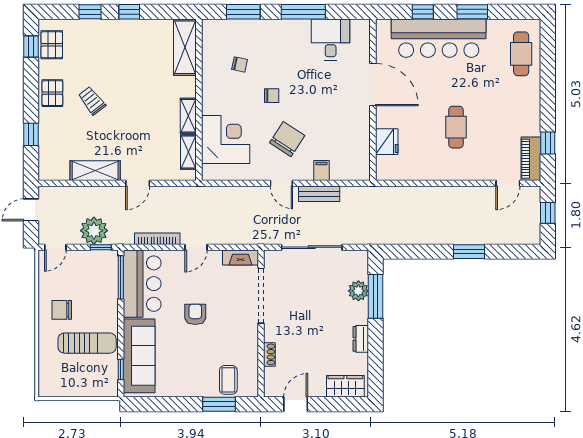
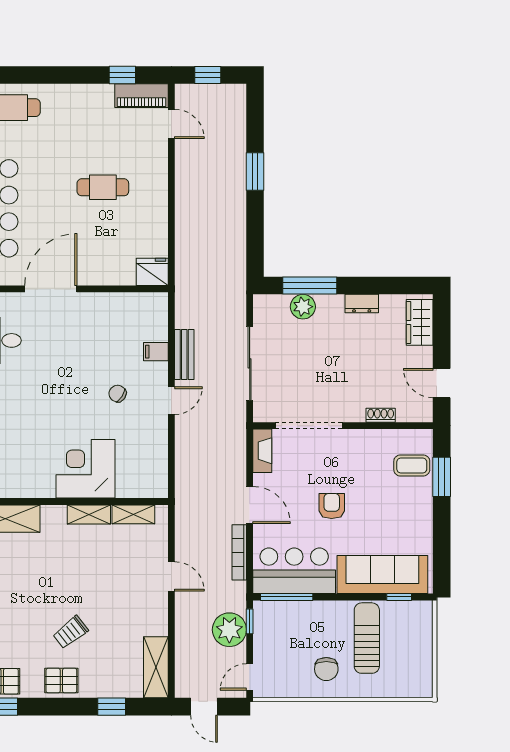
chair: (239, 64) -> (26, 452), removed
chair: (272, 96) -> (64, 413), removed
corner desk: (226, 139) -> (86, 469), moved
chair: (287, 139) -> (118, 394), width x0.54, depth x0.54
fridge: (387, 142) -> (152, 272), moved
shelving: (95, 171) -> (156, 667), moved
door: (55, 247) -> (250, 677), swing flipped
door: (196, 247) -> (250, 505), width x1.38
armchair: (195, 314) -> (332, 506), turned 90

